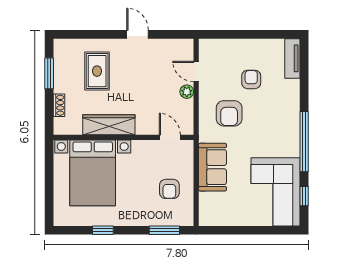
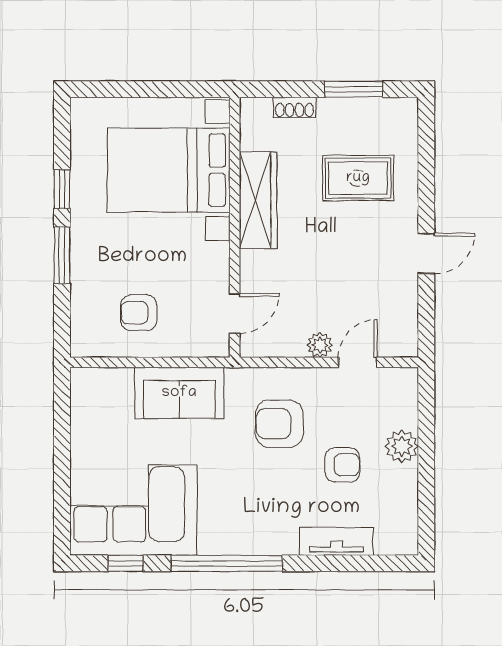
plant: (241, 48) -> (402, 446), added
tv unit: (292, 58) -> (336, 541), moved
window: (164, 230) -> (62, 255), moved

